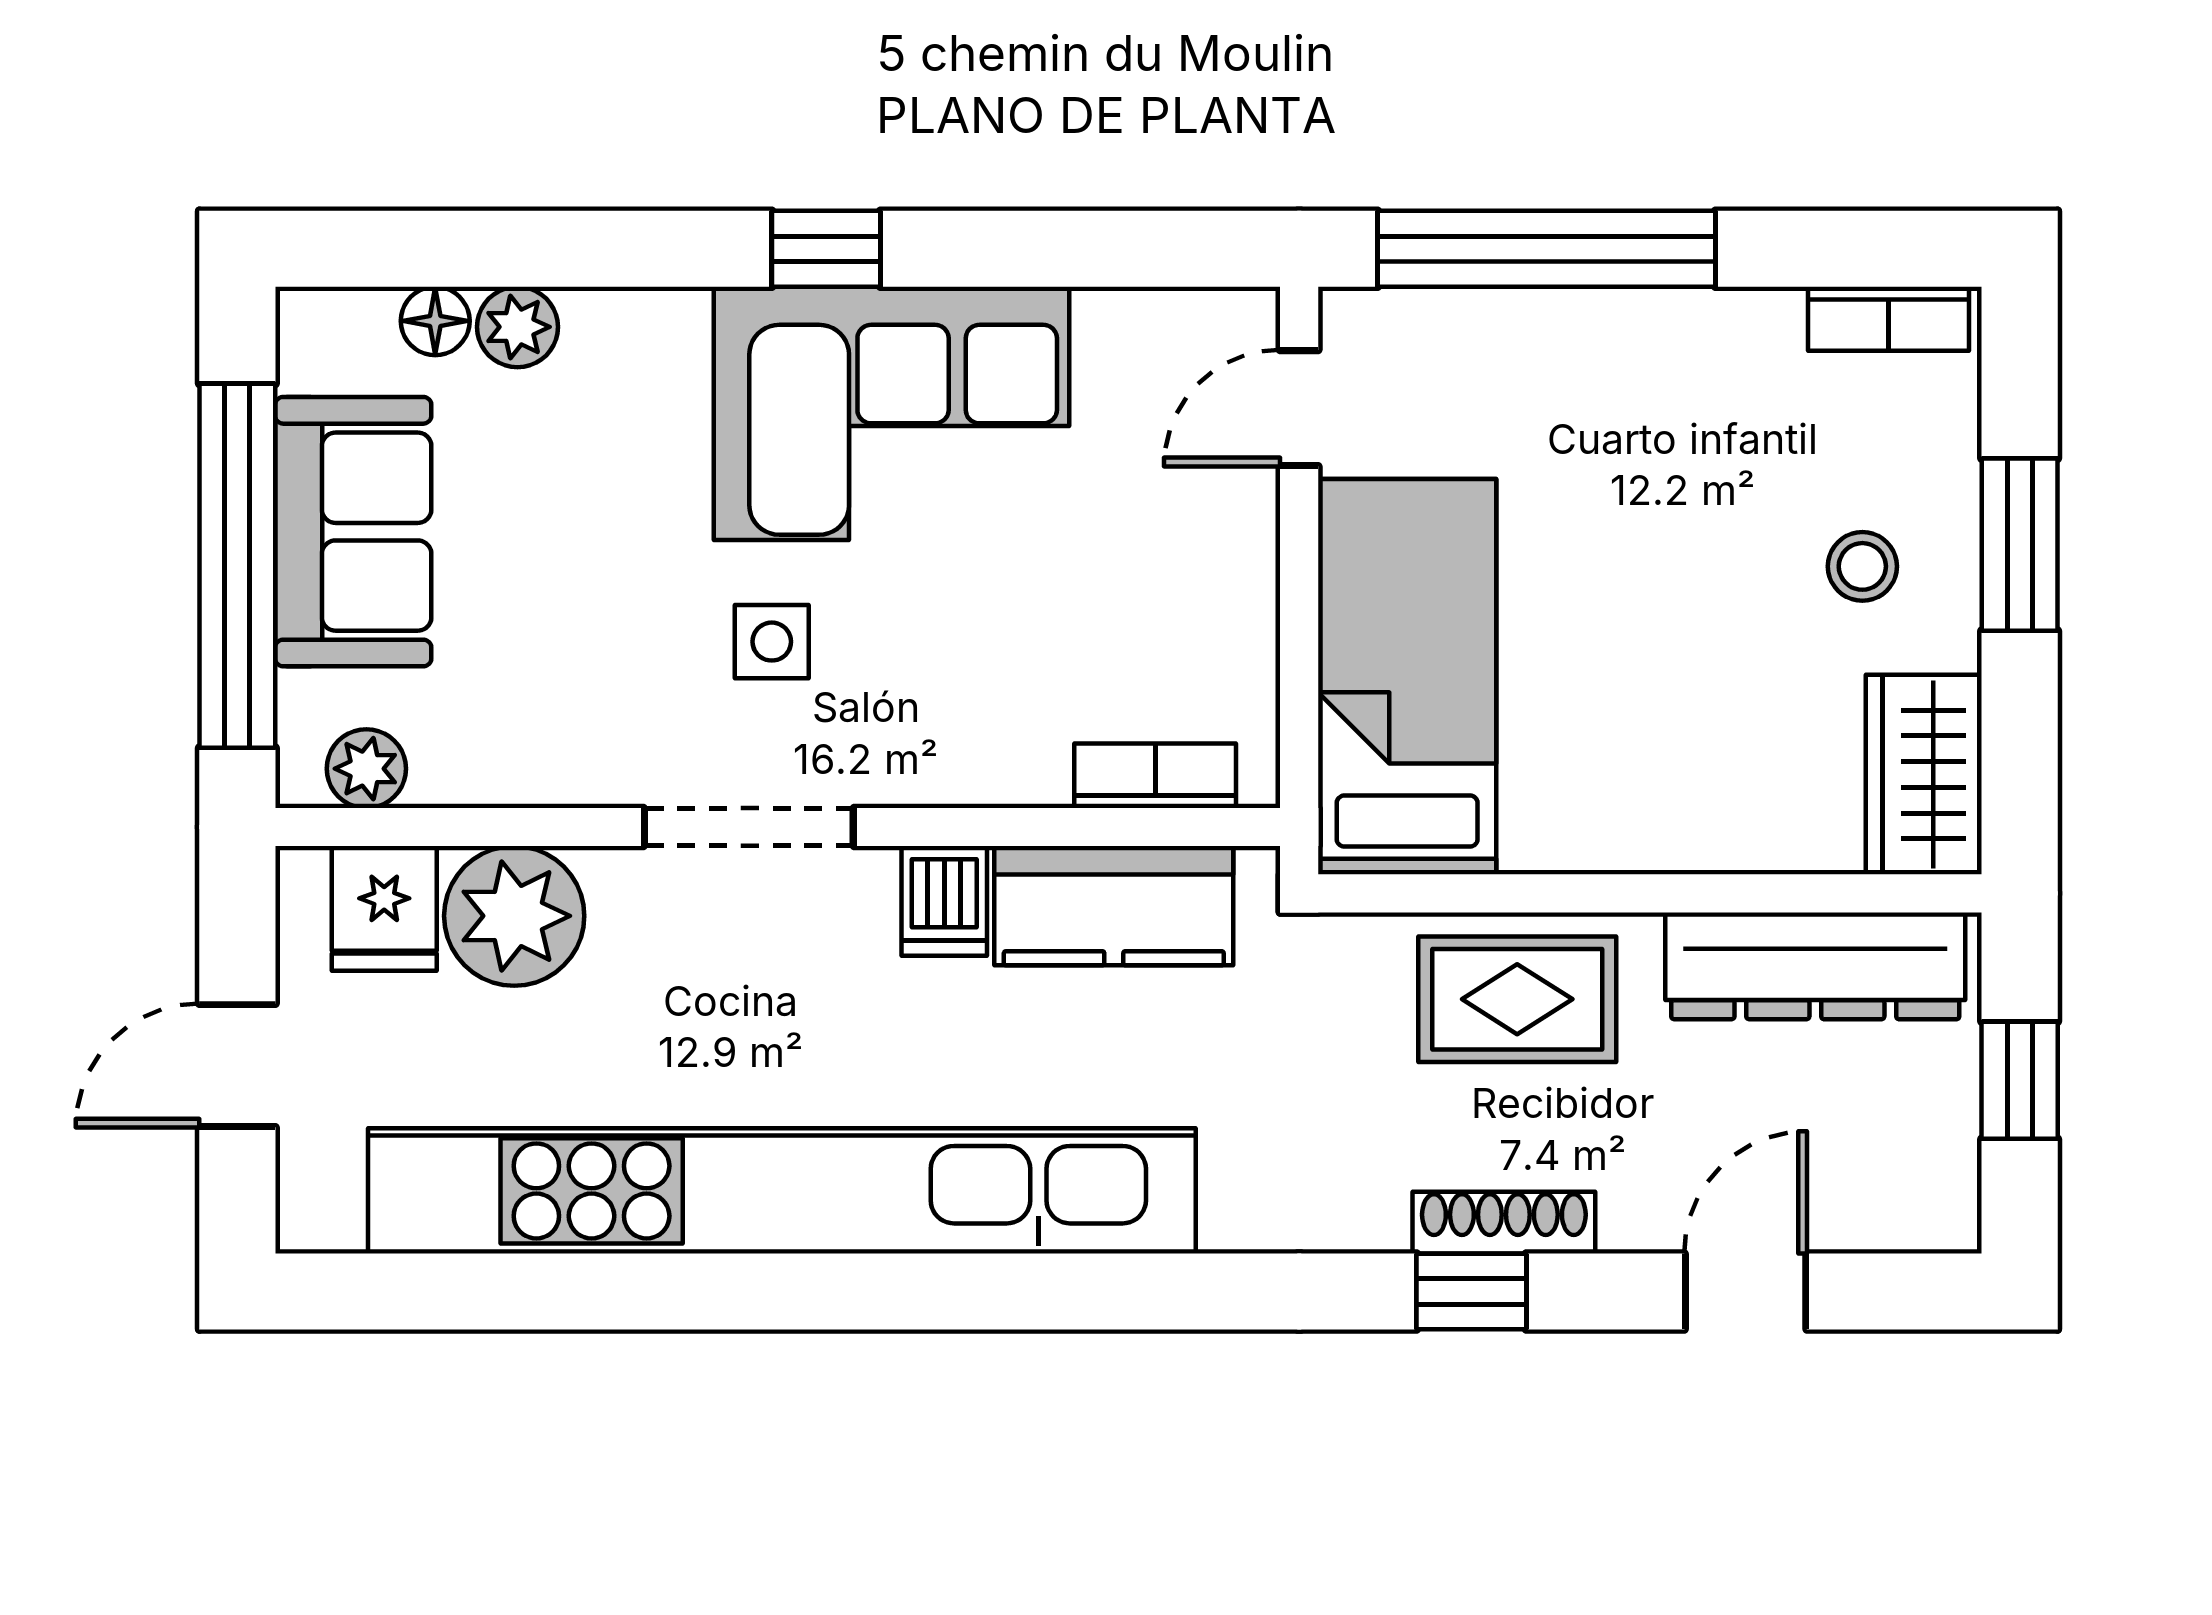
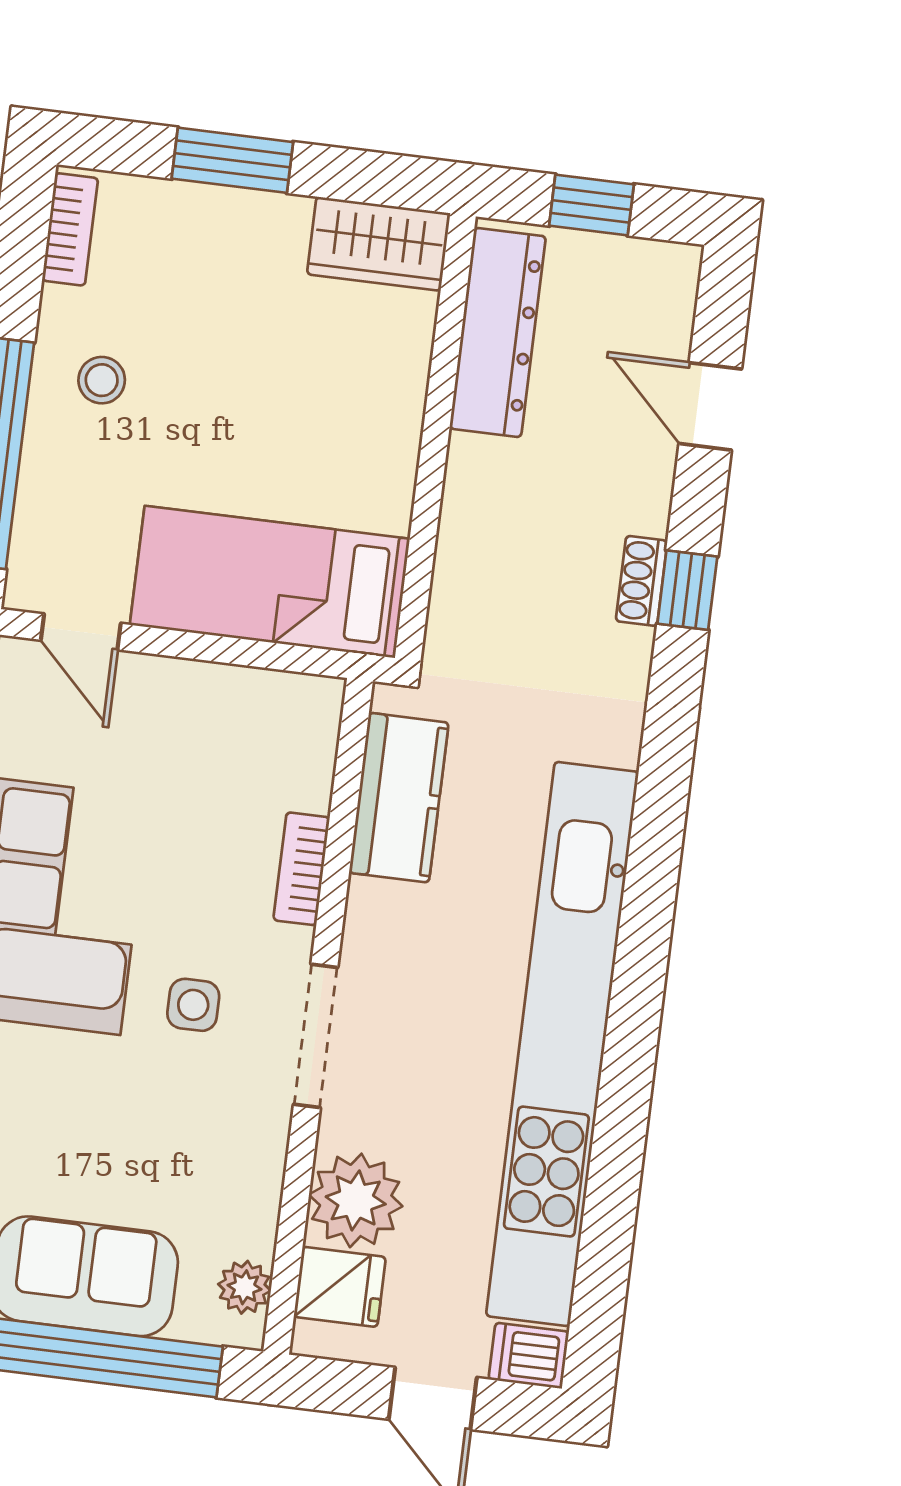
stool: (1862, 566) -> (102, 380), moved
bookcase: (1155, 776) -> (302, 869), moved
dishwasher: (944, 901) -> (529, 1356), moved, turned 180
rug: (1517, 999) -> (495, 535), removed
shoe rack: (1504, 1223) -> (642, 581), width x0.70

